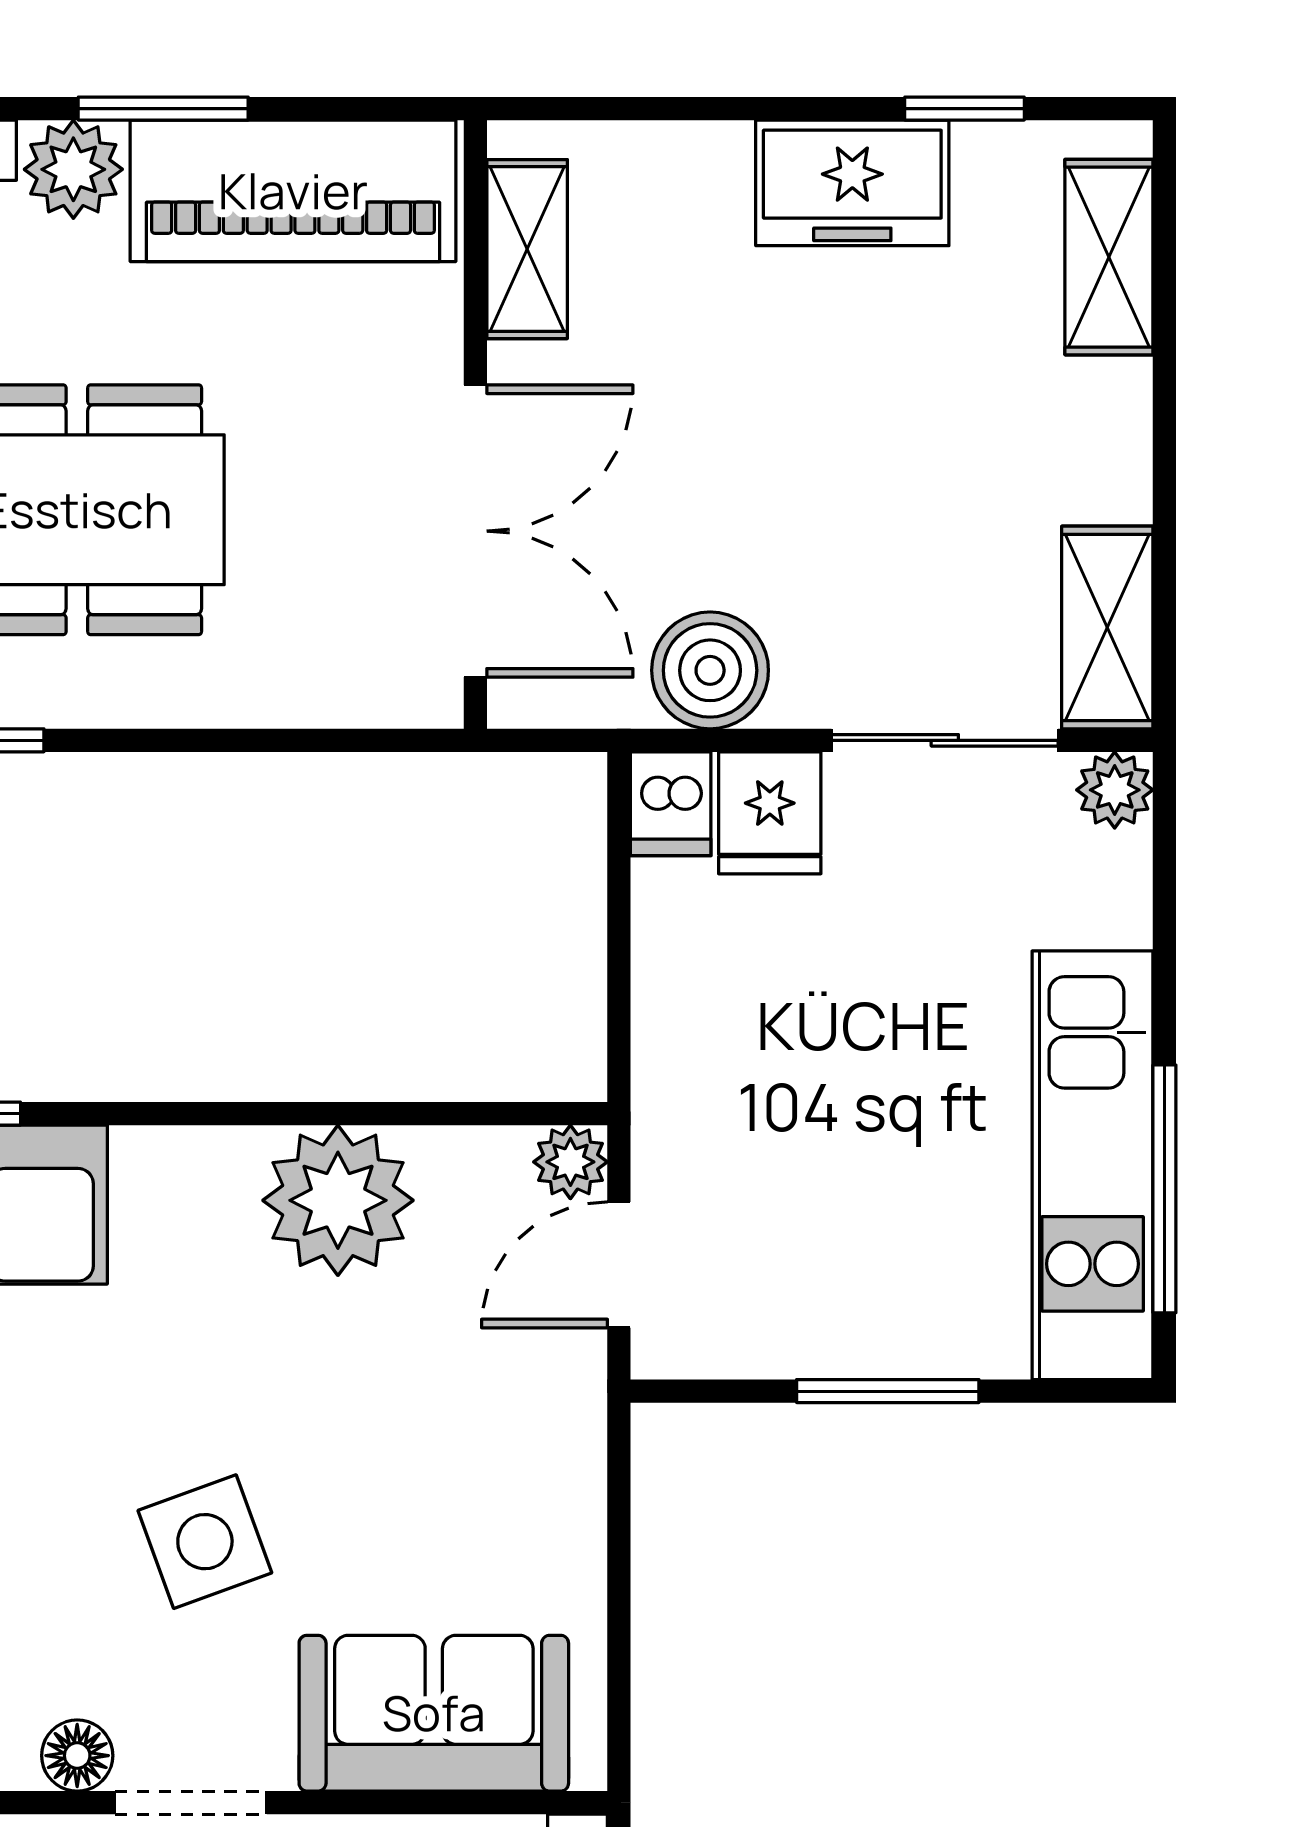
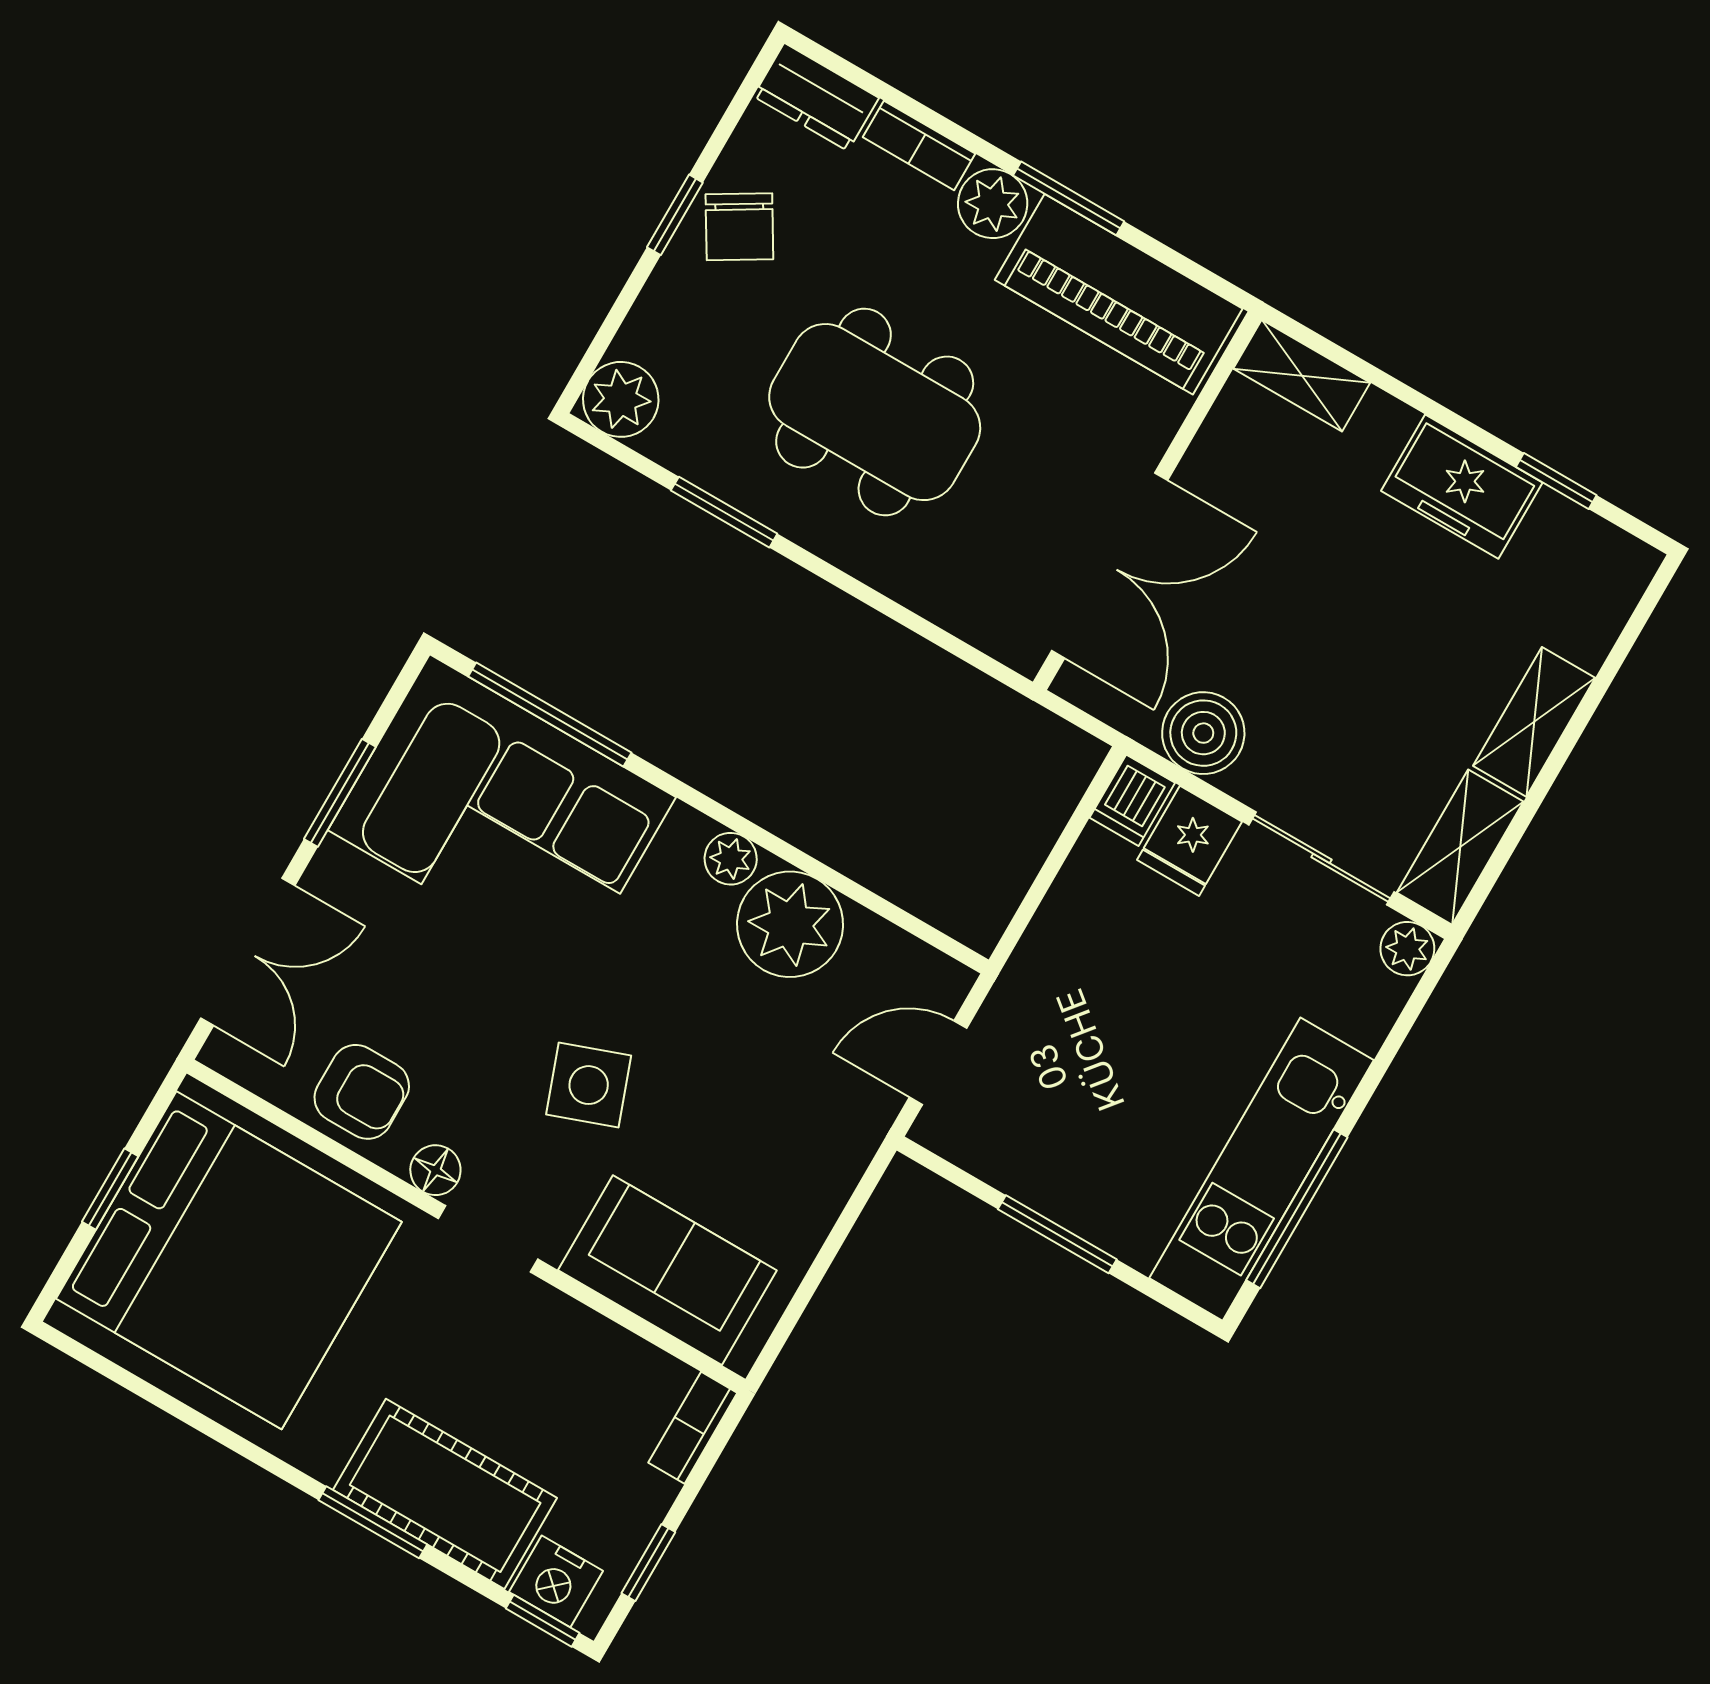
shelving: (527, 249) -> (1302, 376), moved, turned 90
shelving: (1109, 257) -> (1534, 722), moved
plant: (570, 1162) -> (731, 859), moved

